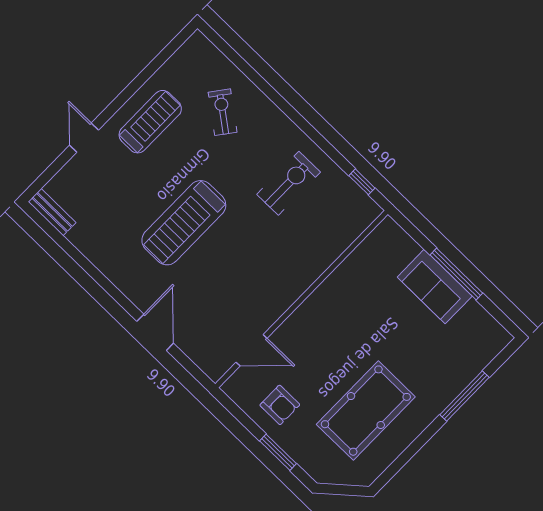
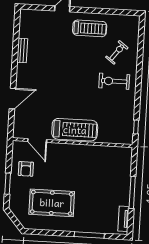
exercise bike: (289, 183) -> (114, 81), moved, turned 180
bench: (52, 212) -> (22, 51), moved
treadmill: (184, 223) -> (75, 130), moved, turned 180
sofa: (435, 287) -> (120, 188), removed
tv unit: (485, 322) -> (124, 219), added

